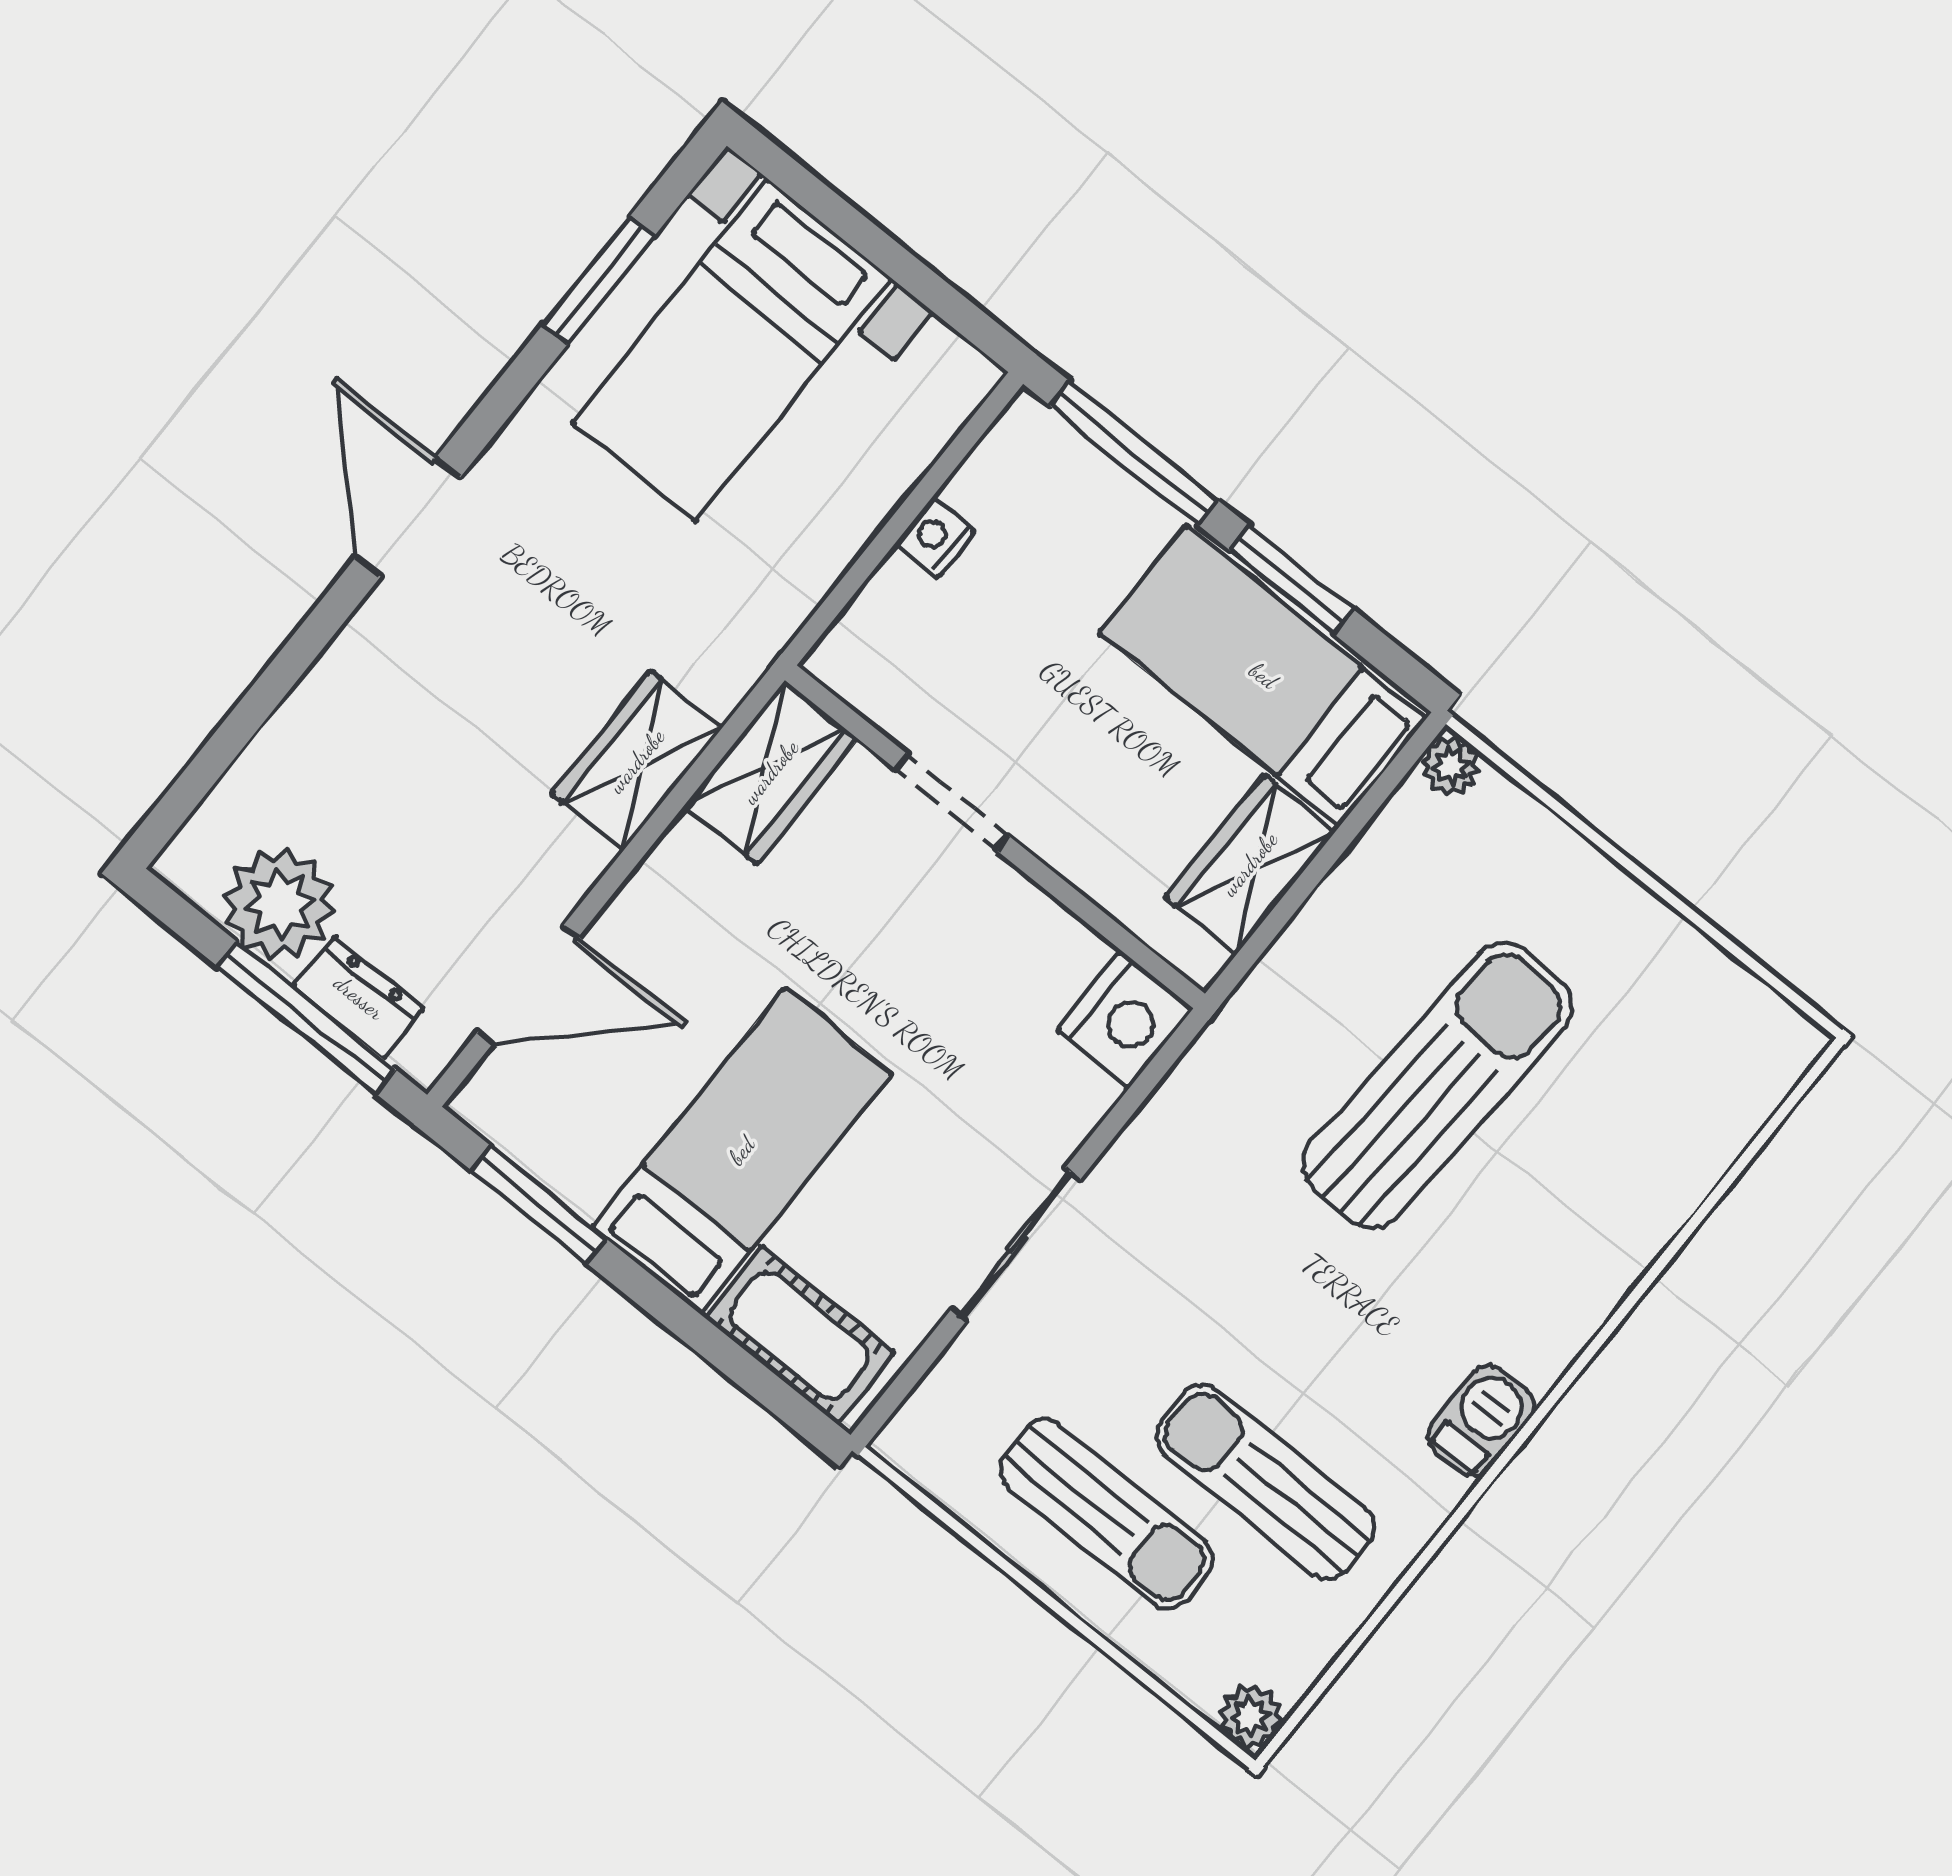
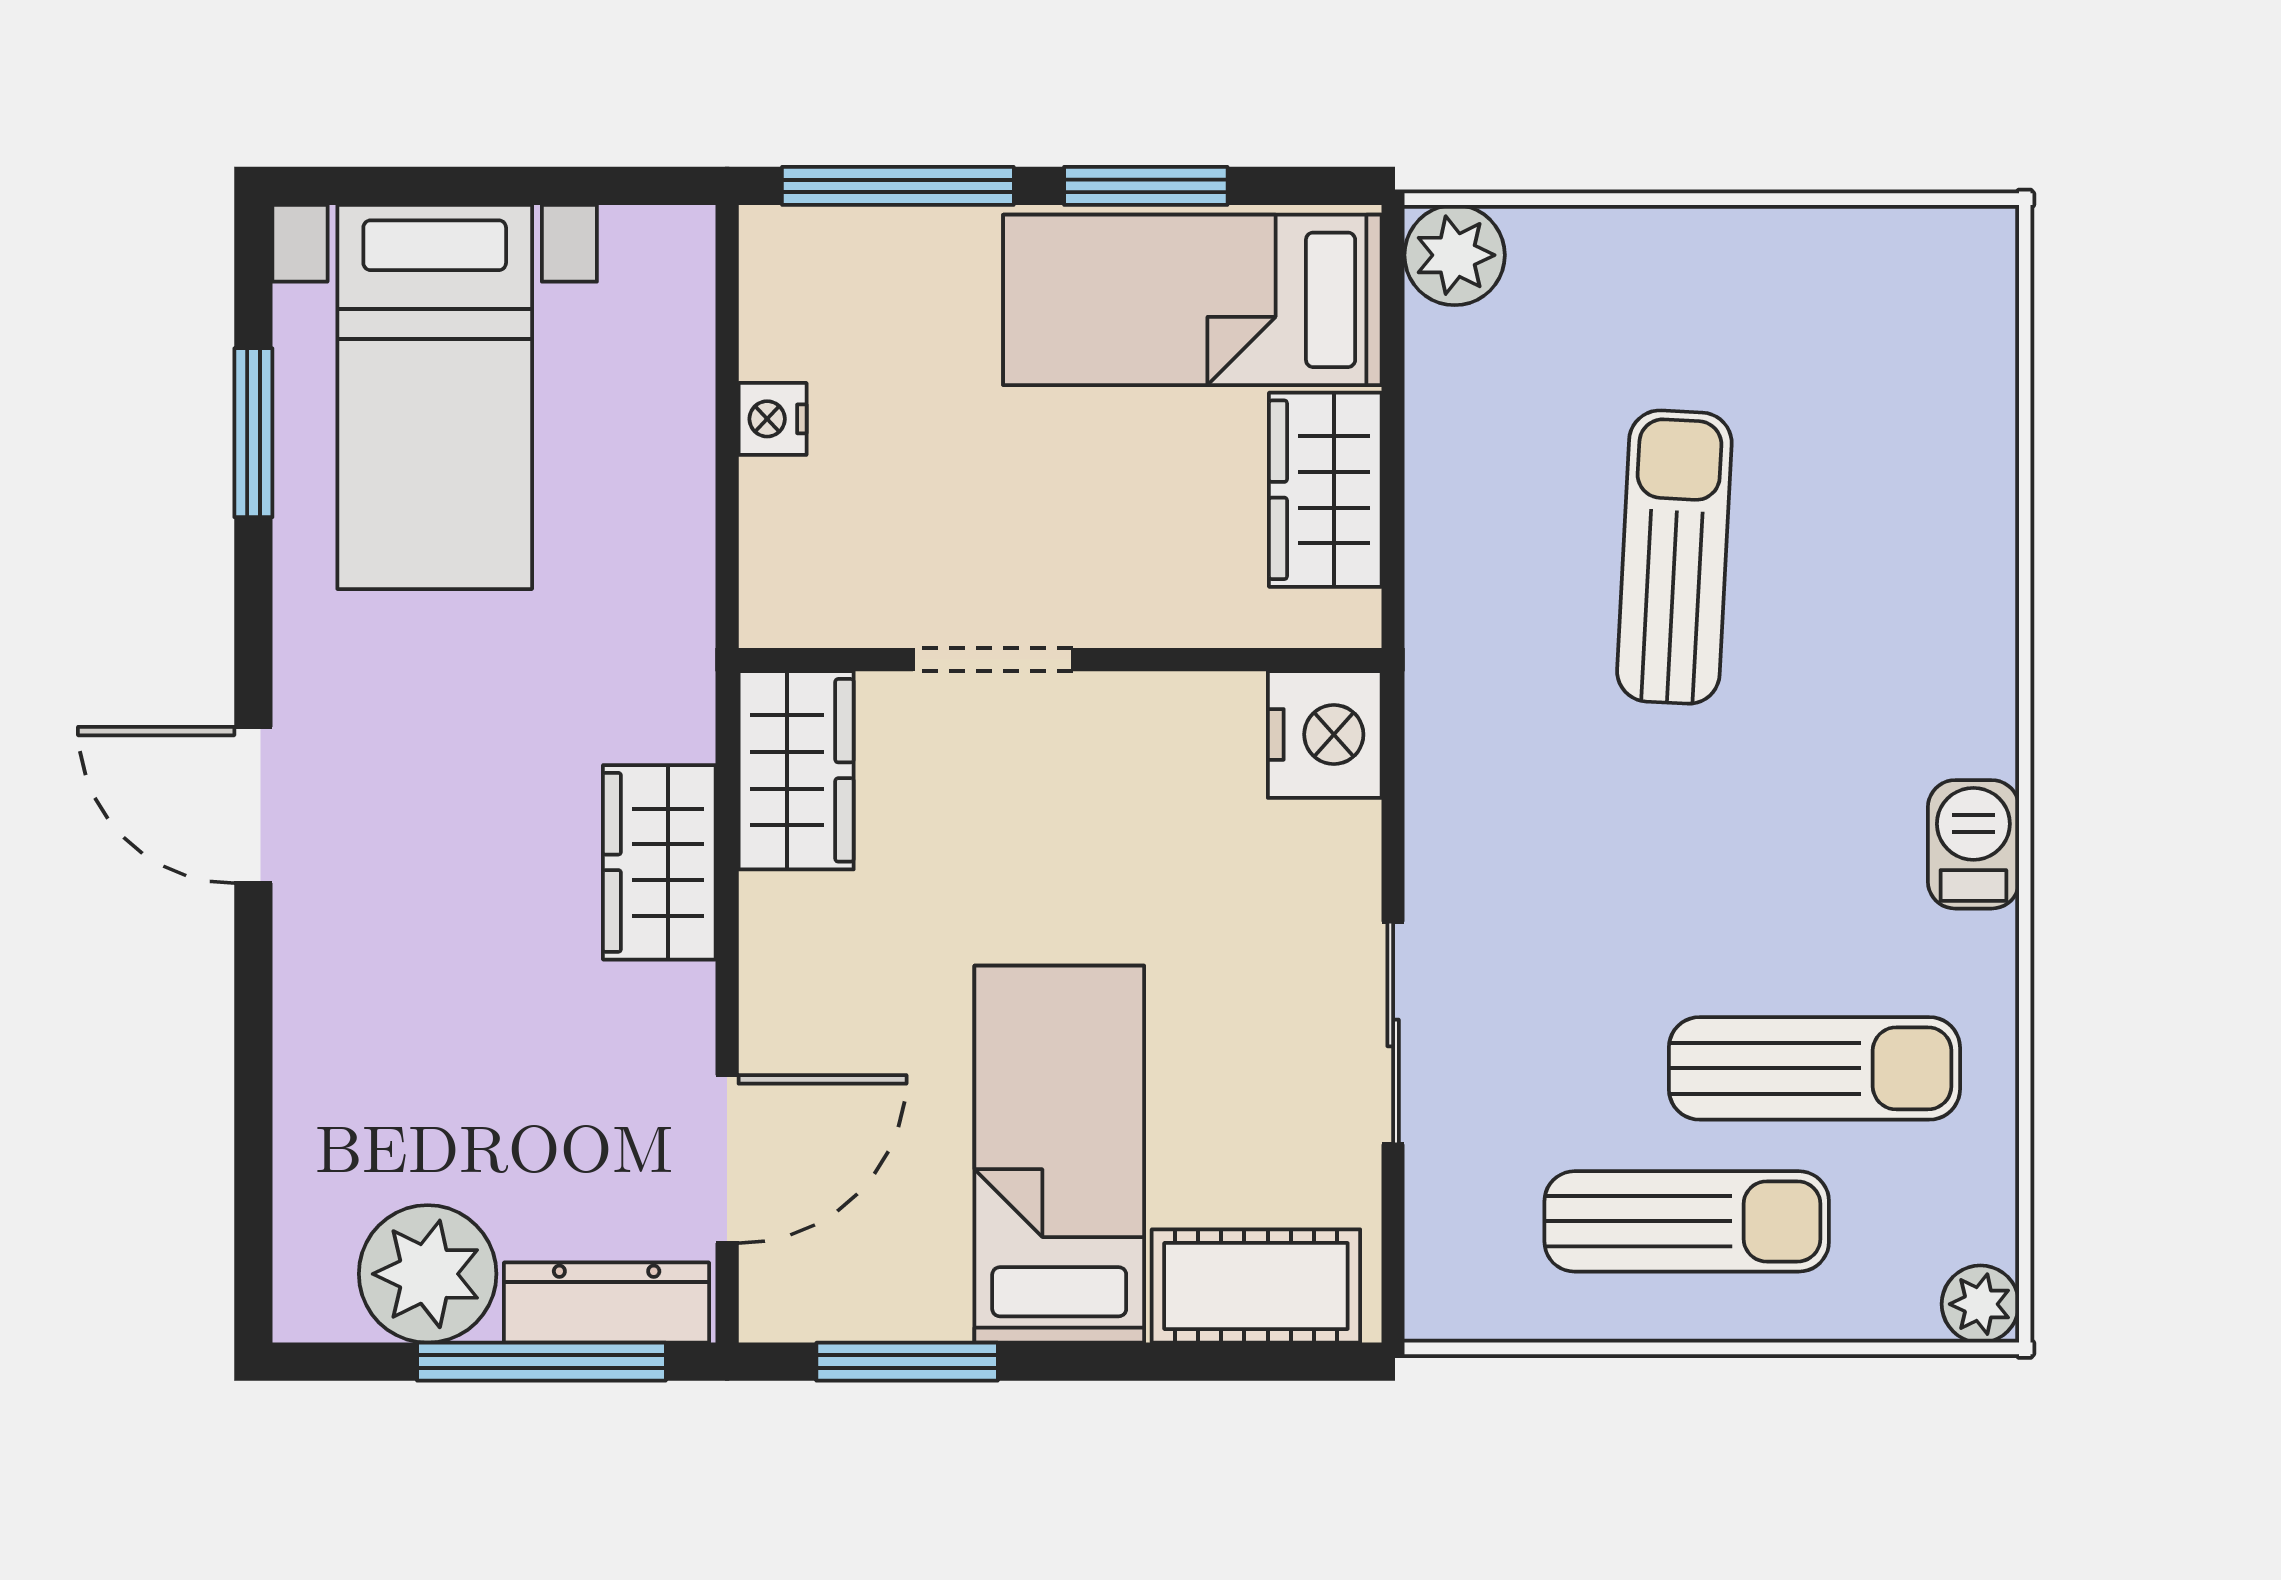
plant: (1451, 766) -> (1455, 255), width x1.38, depth x1.38
dresser: (359, 998) -> (607, 1303), width x1.44
sun lounger: (1438, 1086) -> (1674, 557), width x0.73, depth x0.75
sun lounger: (1265, 1482) -> (1814, 1068), turned 180

